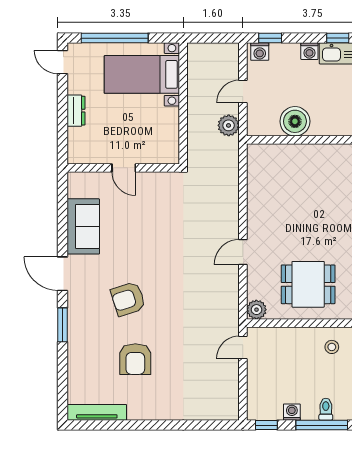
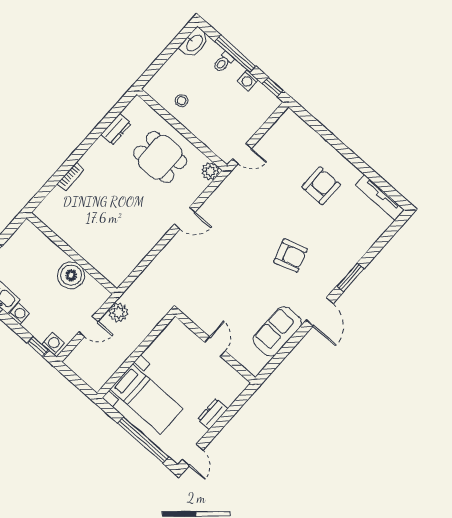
armchair: (135, 359) -> (321, 186), moved

